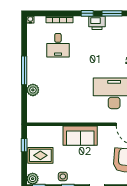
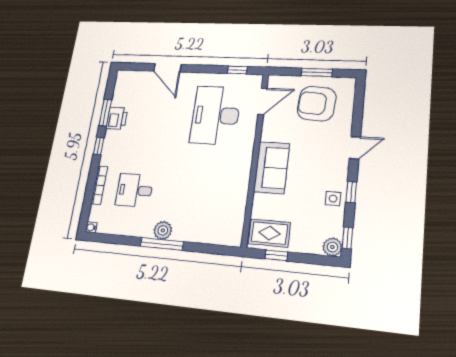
printer: (97, 23) -> (117, 118), moved
desk: (58, 45) -> (134, 190), turned 180
plant: (33, 90) -> (163, 230), moved
rug: (40, 155) -> (269, 233), moved, turned 90

